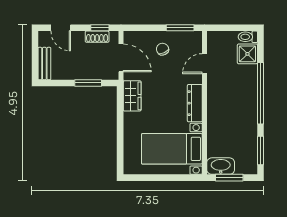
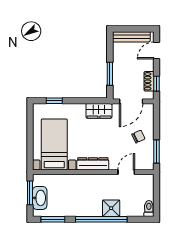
shower: (247, 54) -> (111, 208), moved
bench: (44, 64) -> (131, 37), width x1.36
door: (205, 64) -> (126, 172), hinge flipped
window: (120, 149) -> (54, 101), added
washbasin: (221, 166) -> (40, 198), moved

